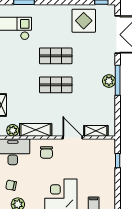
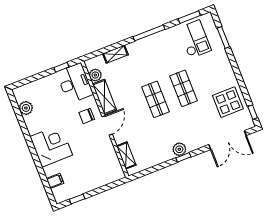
window: (118, 80) -> (183, 157), width x0.46
door: (73, 137) -> (107, 125), moved
window: (118, 161) -> (77, 199), moved
chair: (11, 185) -> (42, 94), removed

